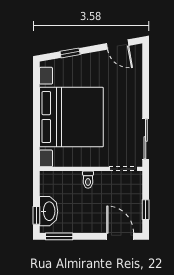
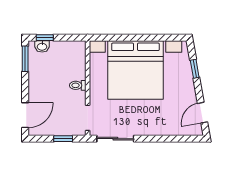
window: (146, 210) -> (63, 139), moved
washbasin: (49, 211) -> (42, 46), width x0.52, depth x0.69

